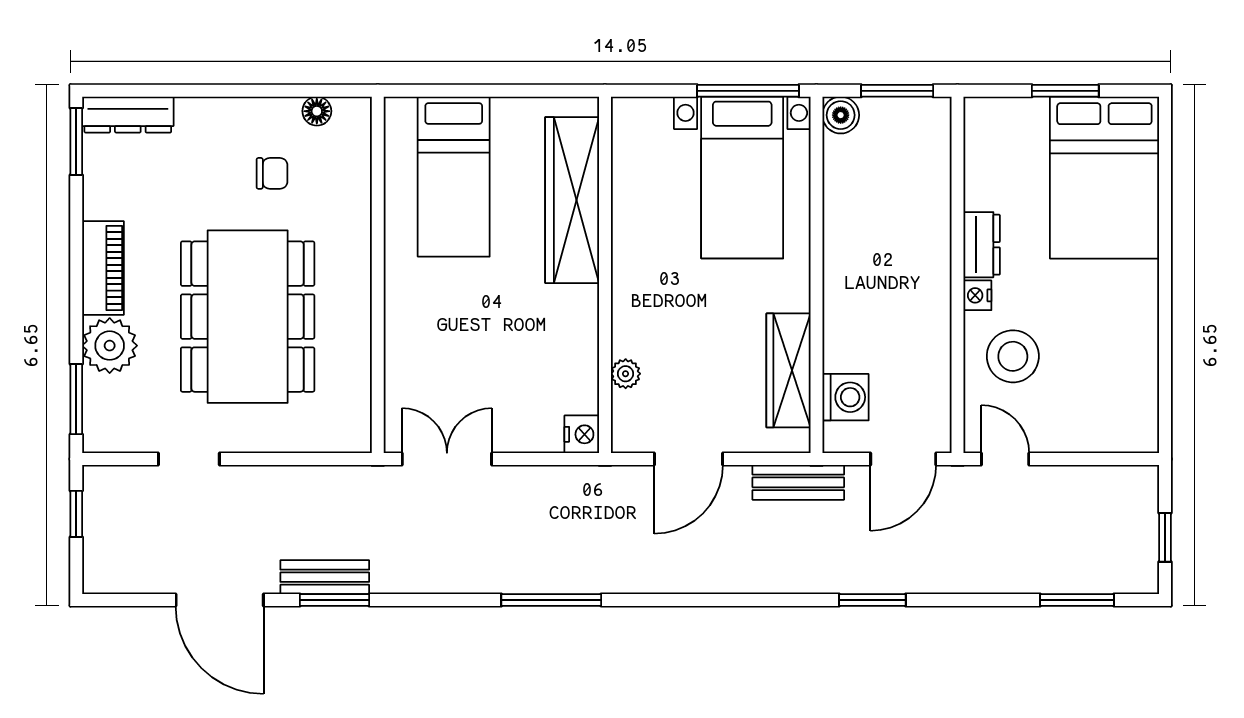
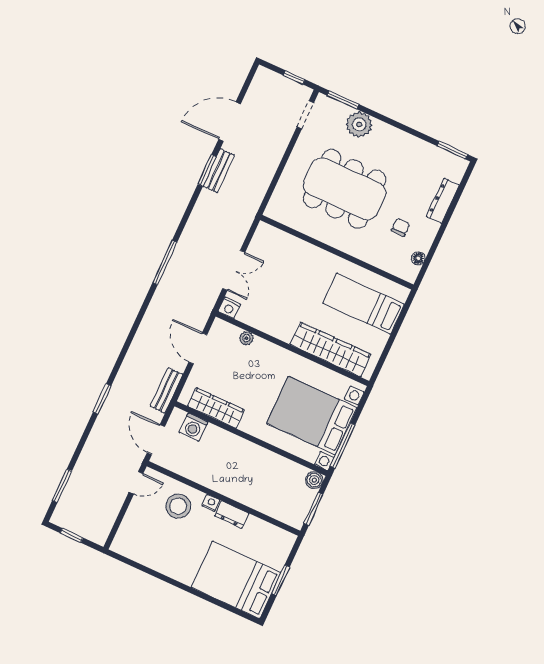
dresser: (128, 115) -> (443, 201), moved
chair: (272, 173) -> (401, 227), turned 180
bed with nightstands: (742, 178) -> (312, 416), width x1.36
piano: (103, 268) -> (393, 137), removed
doorway: (189, 459) -> (305, 115), moved
double door: (447, 459) -> (234, 270), moved

